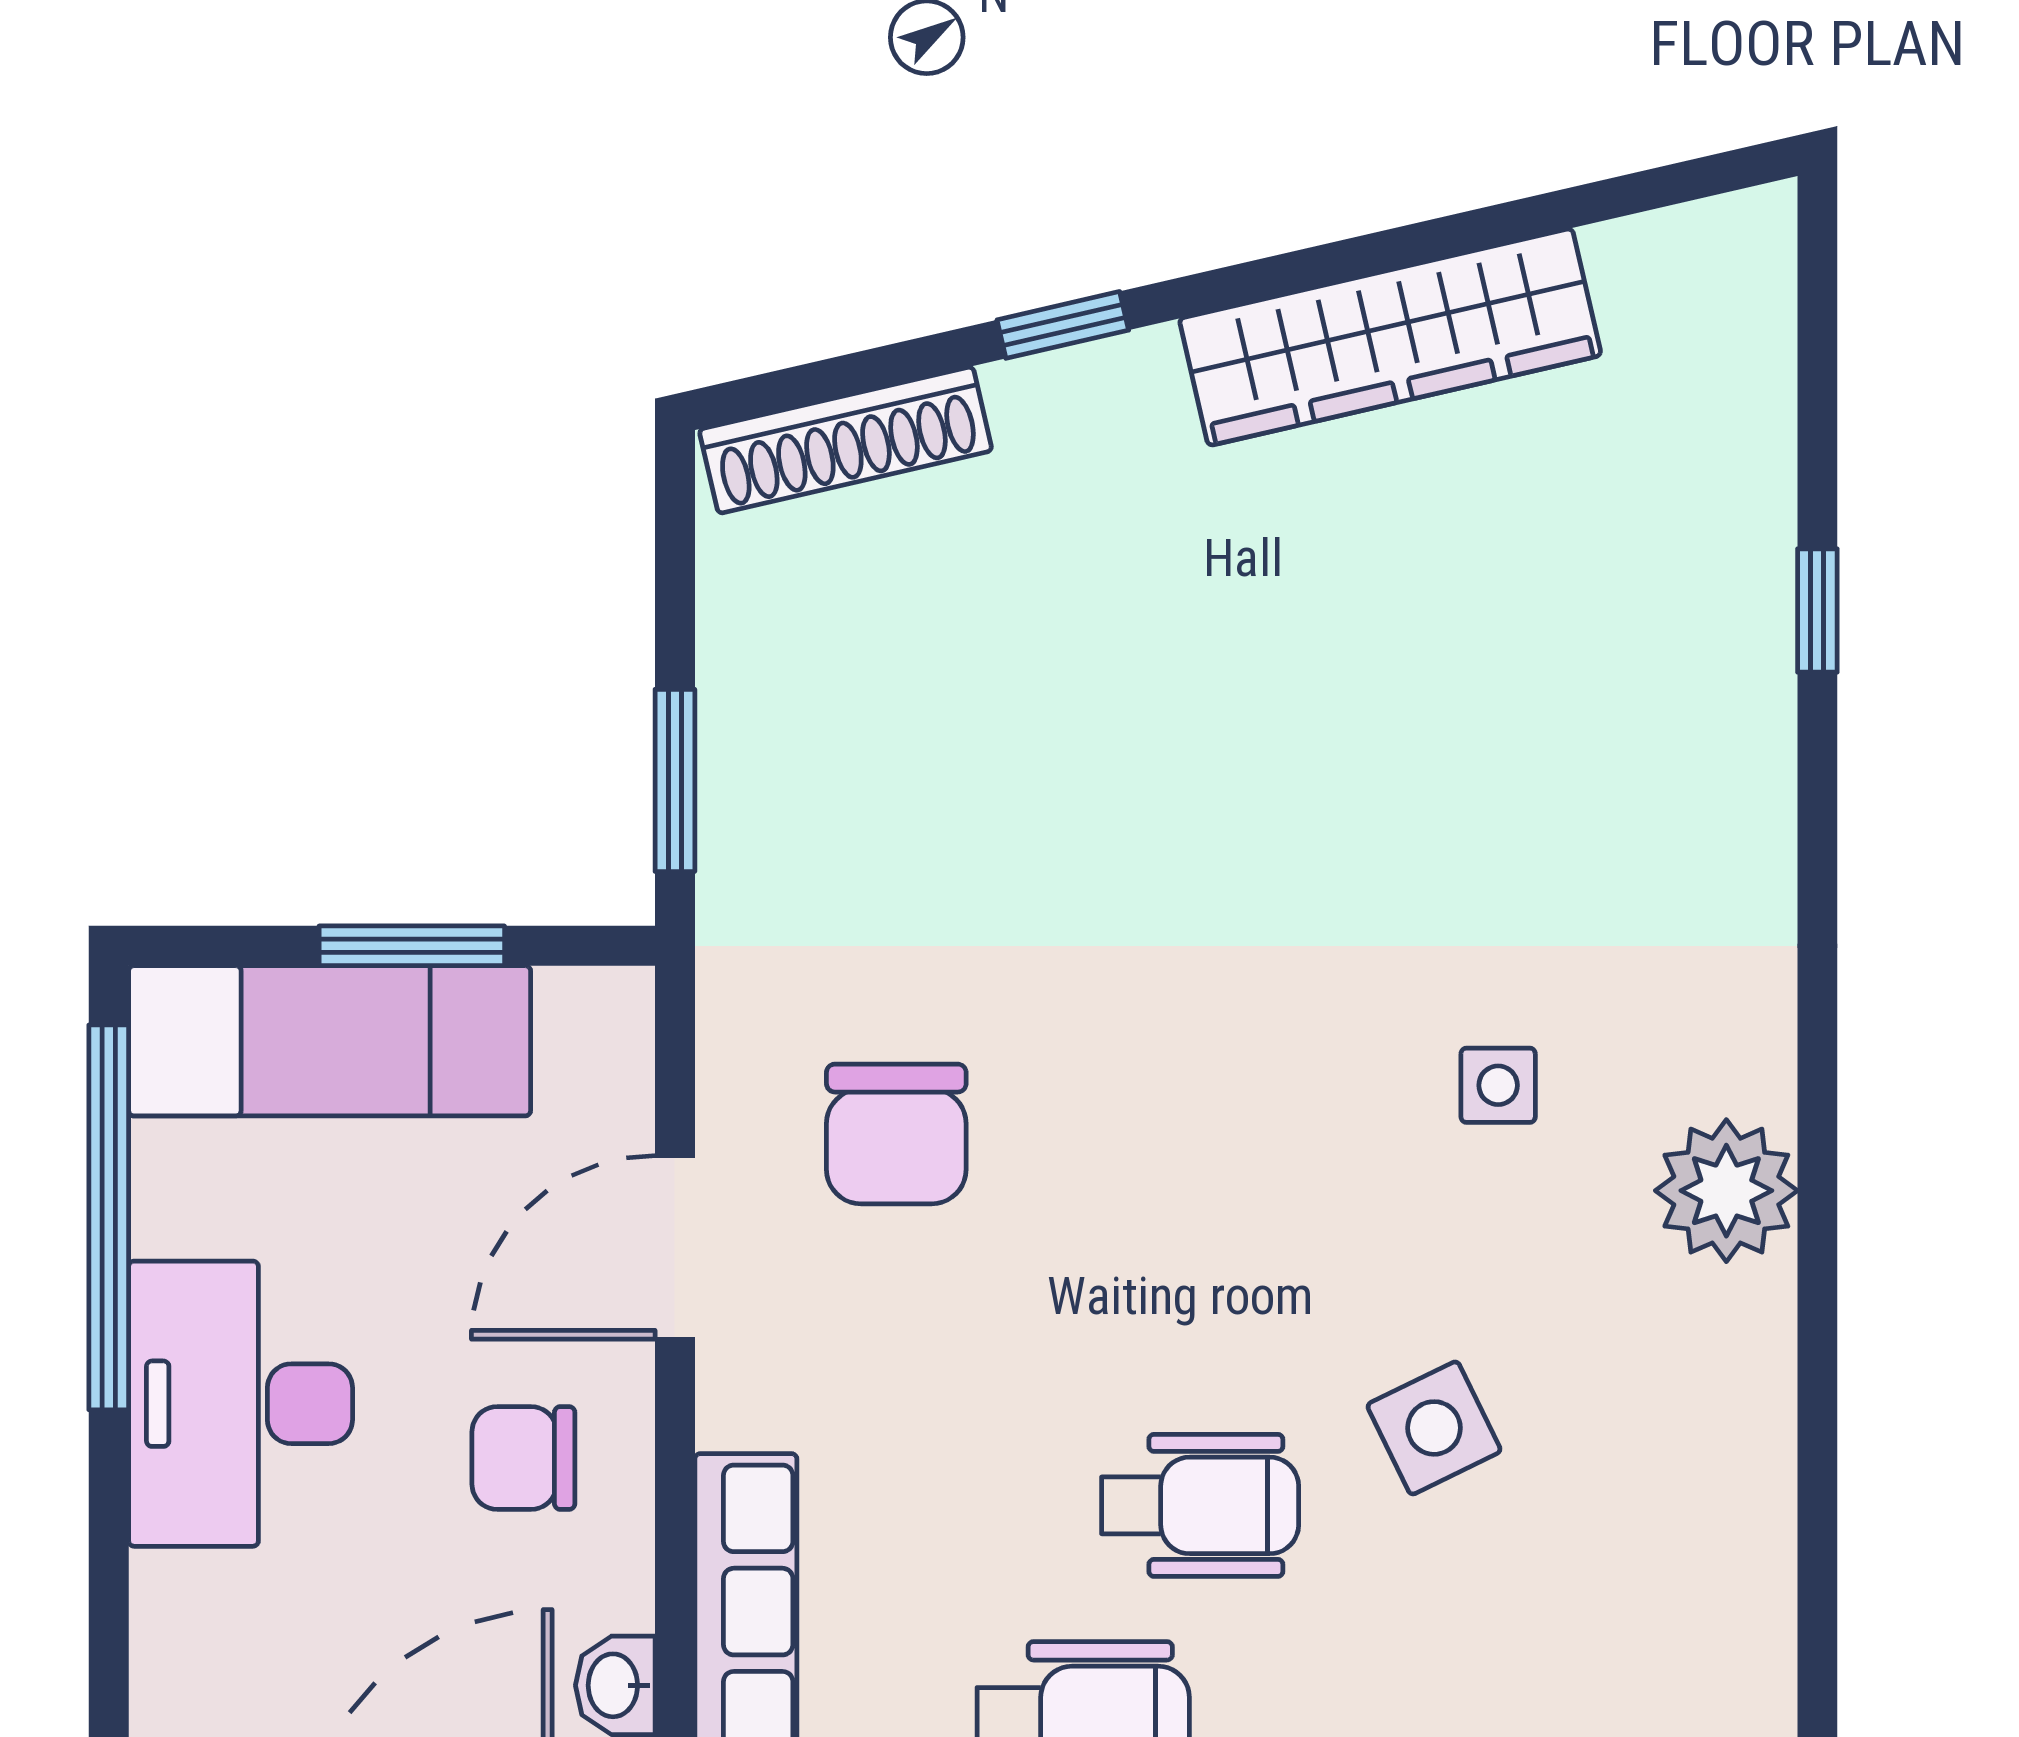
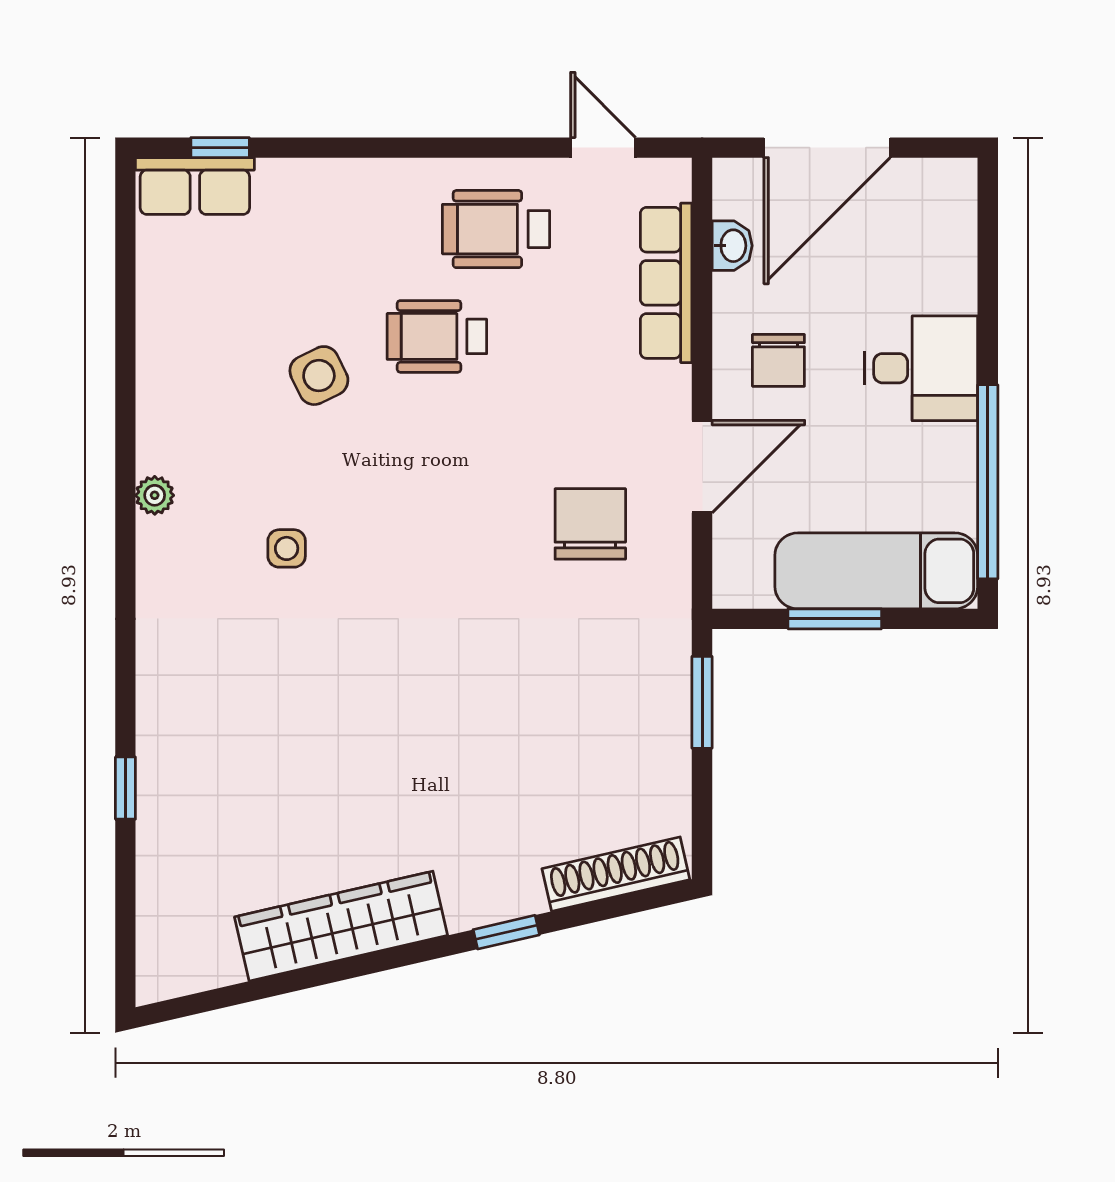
plant: (1726, 1191) -> (155, 495), width x0.53, depth x0.53
desk: (241, 1404) -> (921, 368), width x0.73
chair: (523, 1458) -> (778, 360), turned 90

